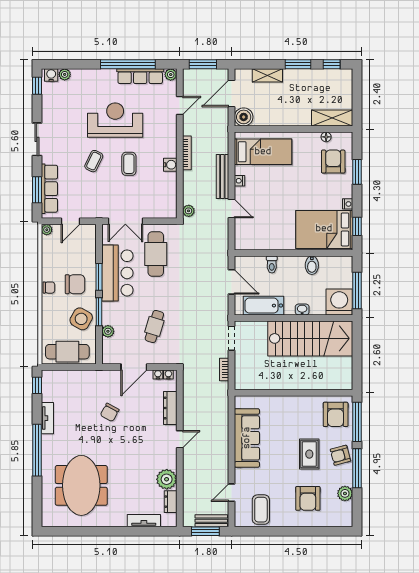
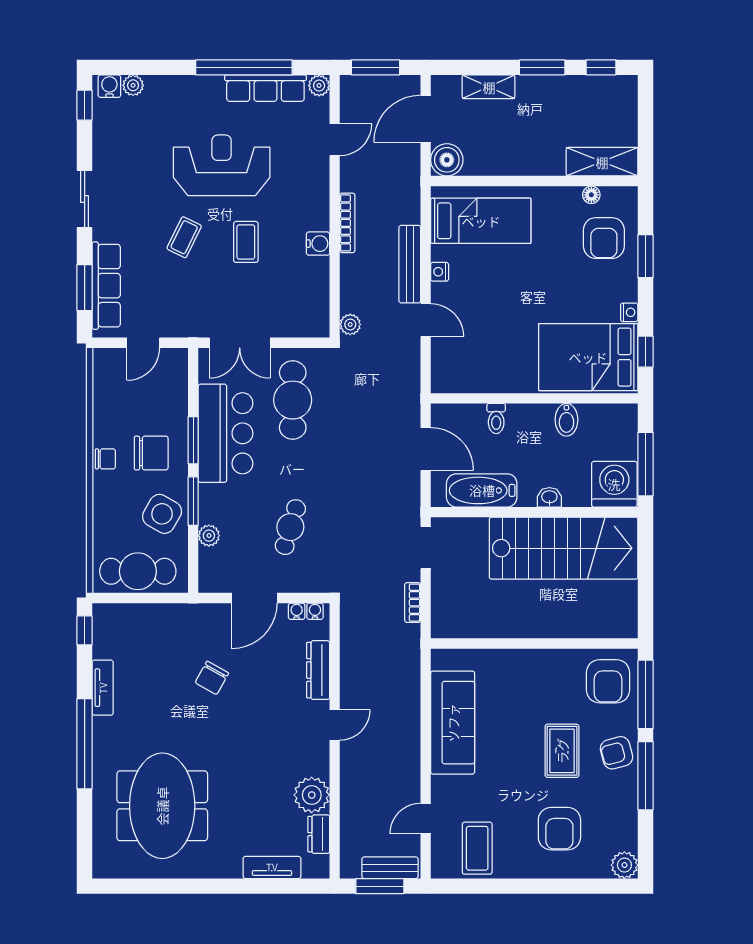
armchair: (333, 162) -> (604, 238), turned 180
plant: (47, 230) -> (102, 357), removed
plant: (345, 493) -> (624, 865), moved

